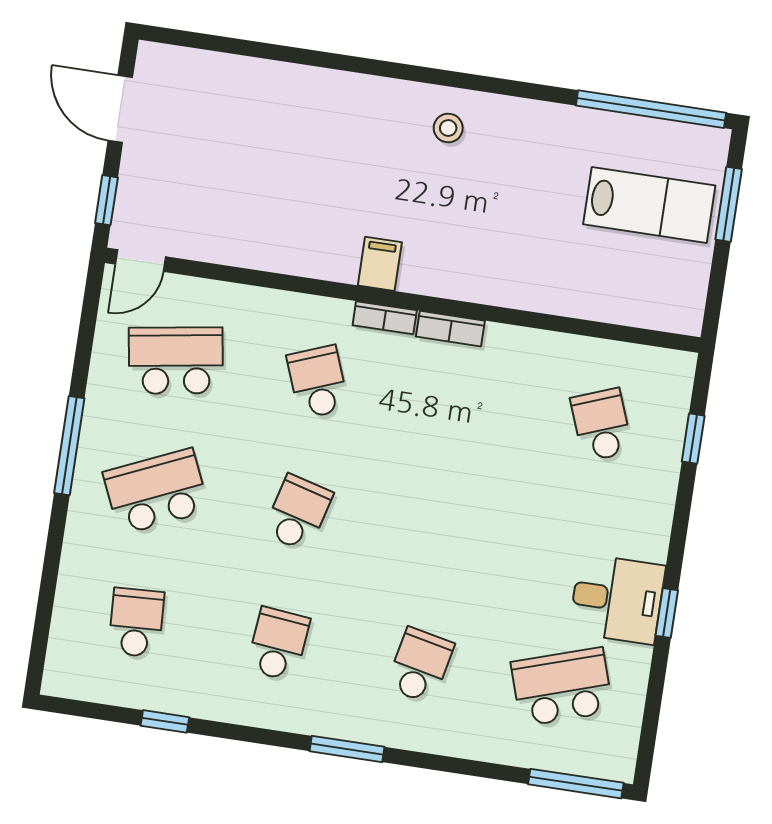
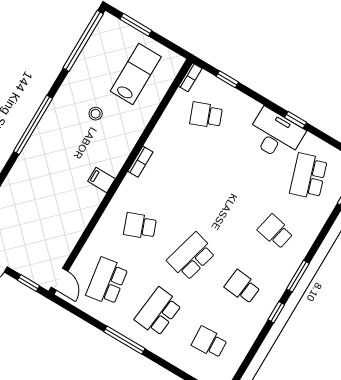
window: (436, 77) -> (33, 125), added
stool: (448, 128) -> (96, 114), moved
lab bench: (649, 205) -> (136, 74), moved
bookcase: (385, 318) -> (190, 77), moved
school desk: (156, 492) -> (158, 312), turned 30
school desk: (298, 513) -> (191, 256), width x1.85
desk: (617, 599) -> (275, 135), width x1.37
window: (165, 721) -> (276, 312), moved

